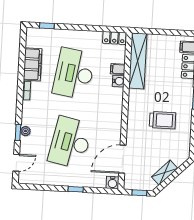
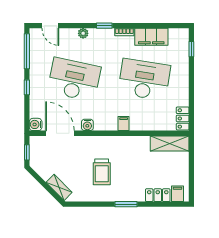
shelving: (138, 61) -> (170, 144), width x0.68
filing cabinet: (118, 69) -> (124, 124), moved
water cooler: (118, 81) -> (87, 125), moved
window: (18, 133) -> (104, 26), moved
shelving: (165, 173) -> (59, 187), moved
window: (40, 187) -> (27, 51), added

